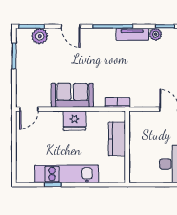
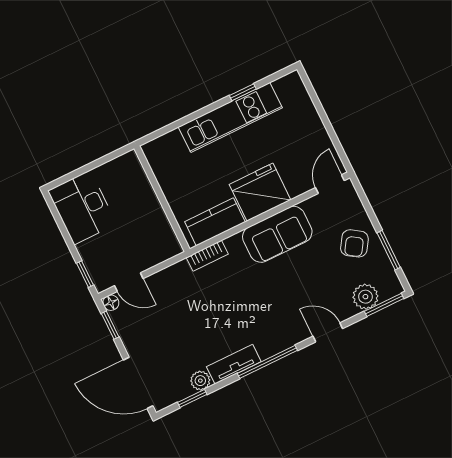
armchair: (31, 69) -> (354, 243), added
fridge: (74, 121) -> (260, 192), width x1.36, depth x1.34
kitchen counter: (117, 139) -> (215, 222), moved, turned -90

